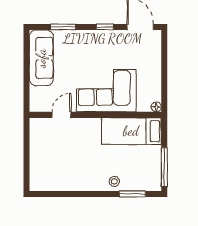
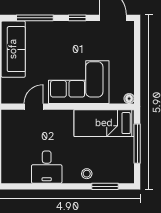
window: (63, 27) -> (35, 18), width x1.44
window: (164, 167) -> (137, 144), moved
desk: (75, 175) -> (47, 167), added

